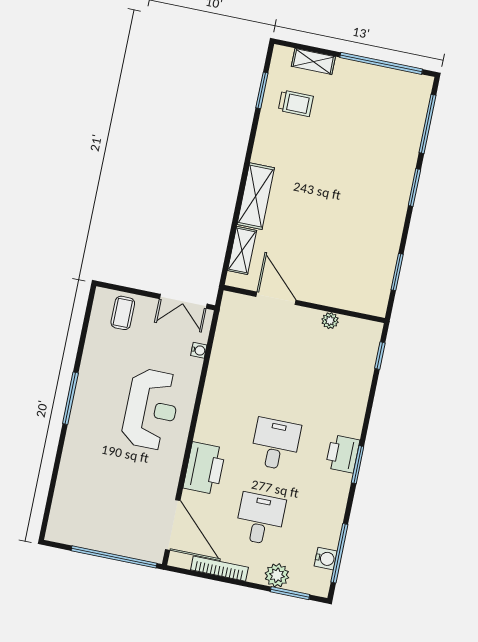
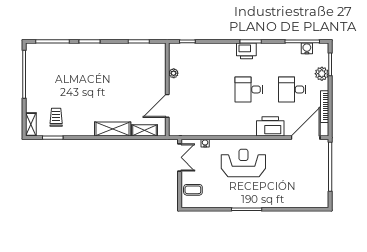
shelving: (313, 62) -> (31, 124), moved

